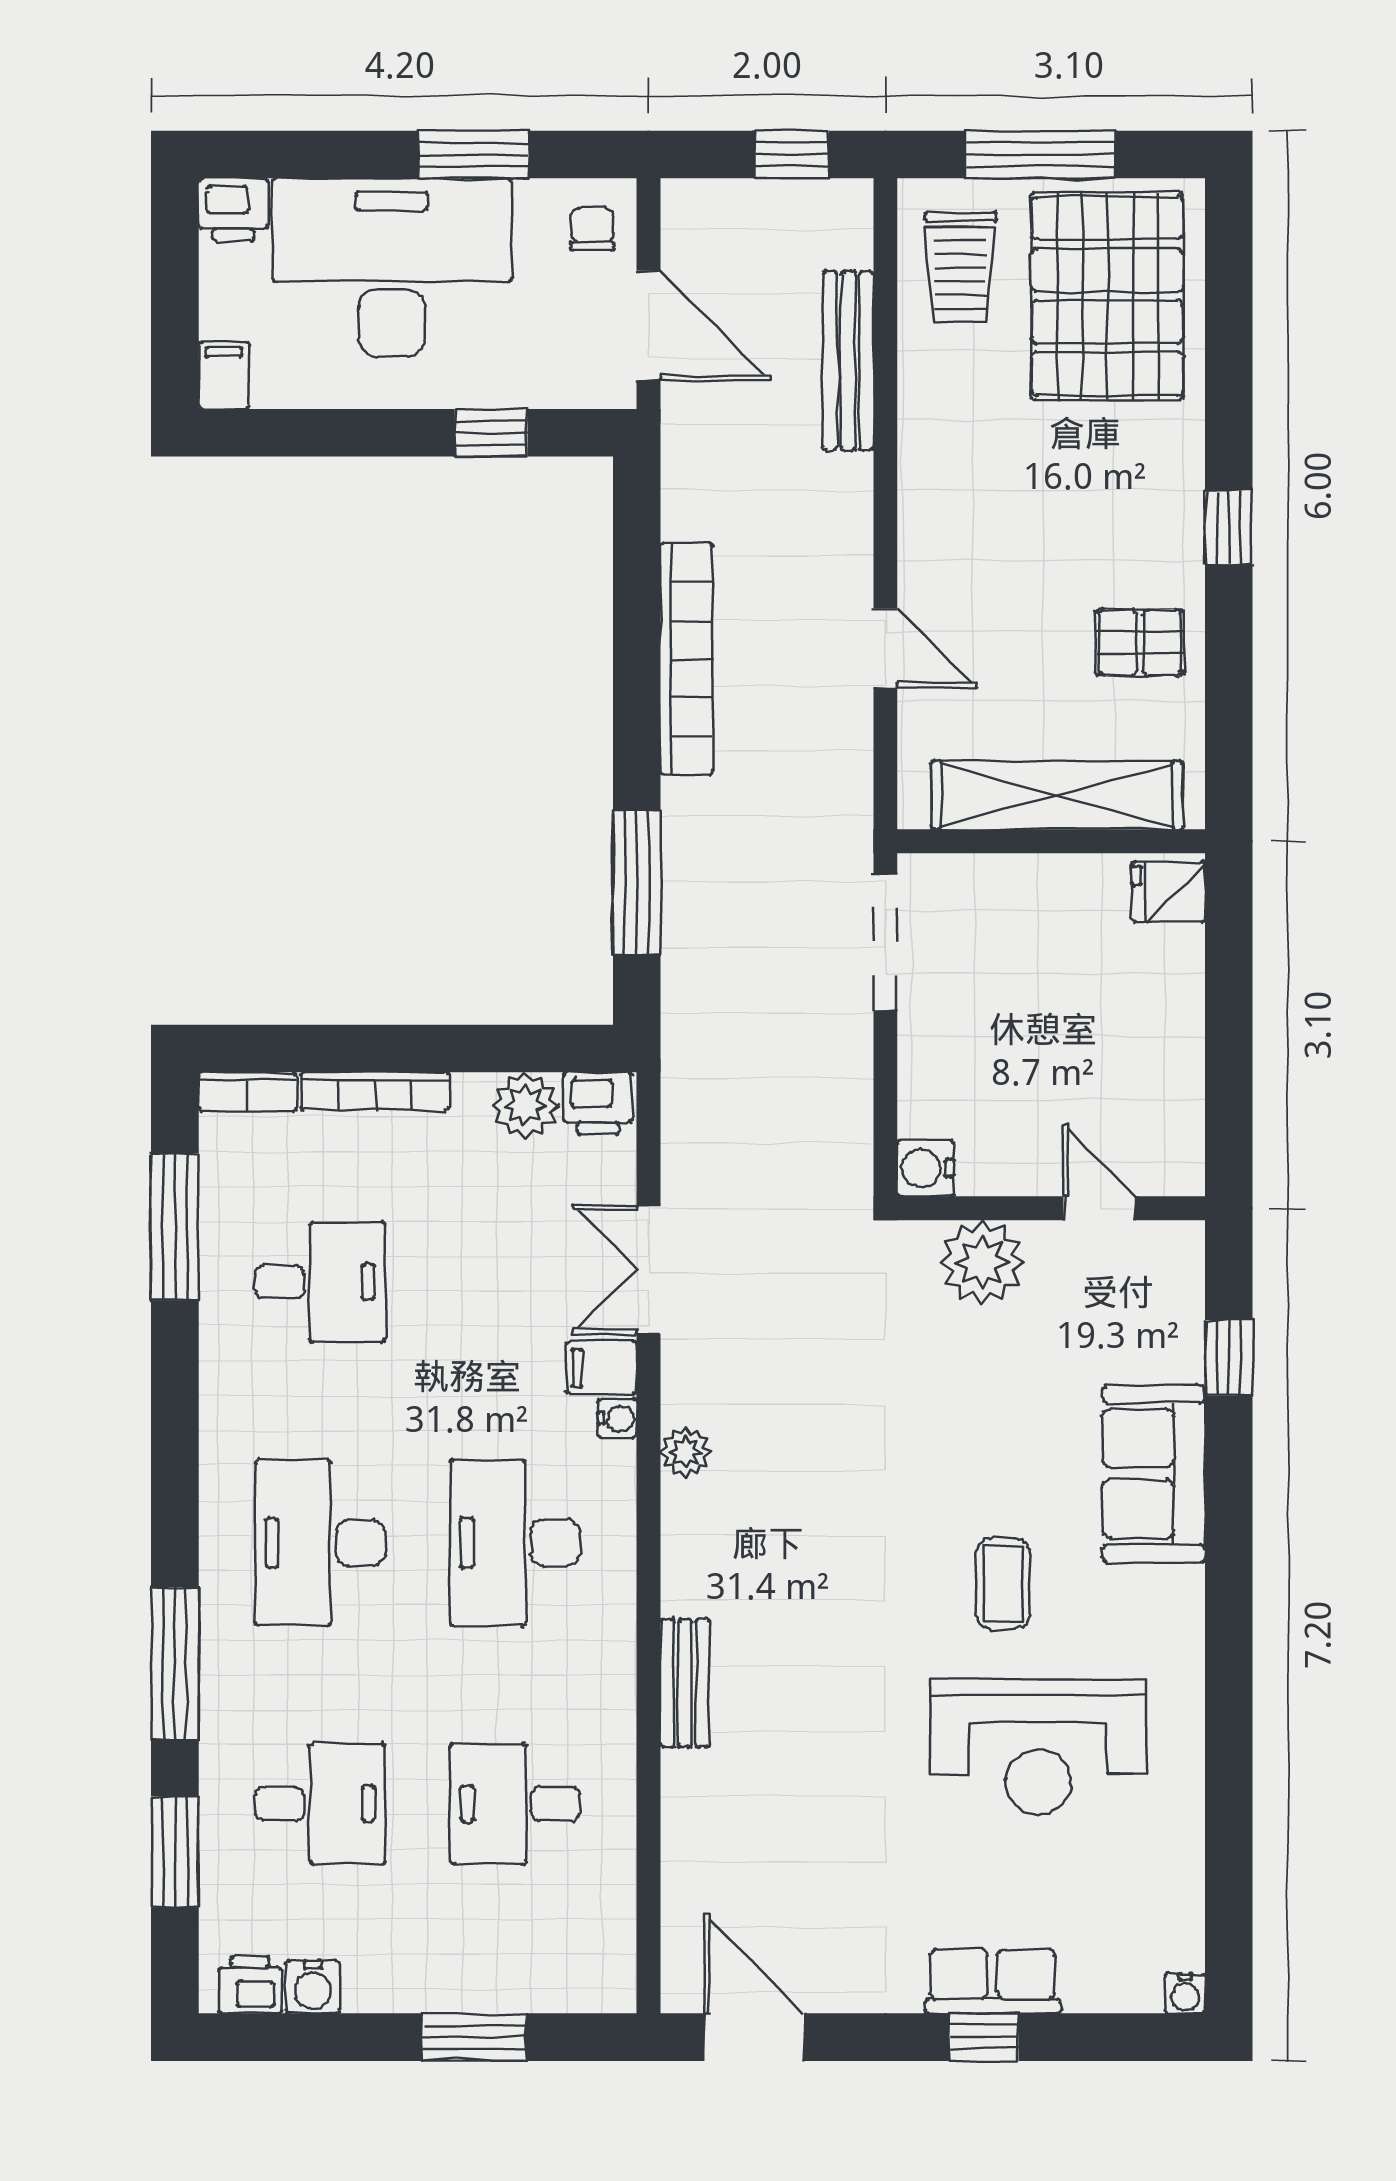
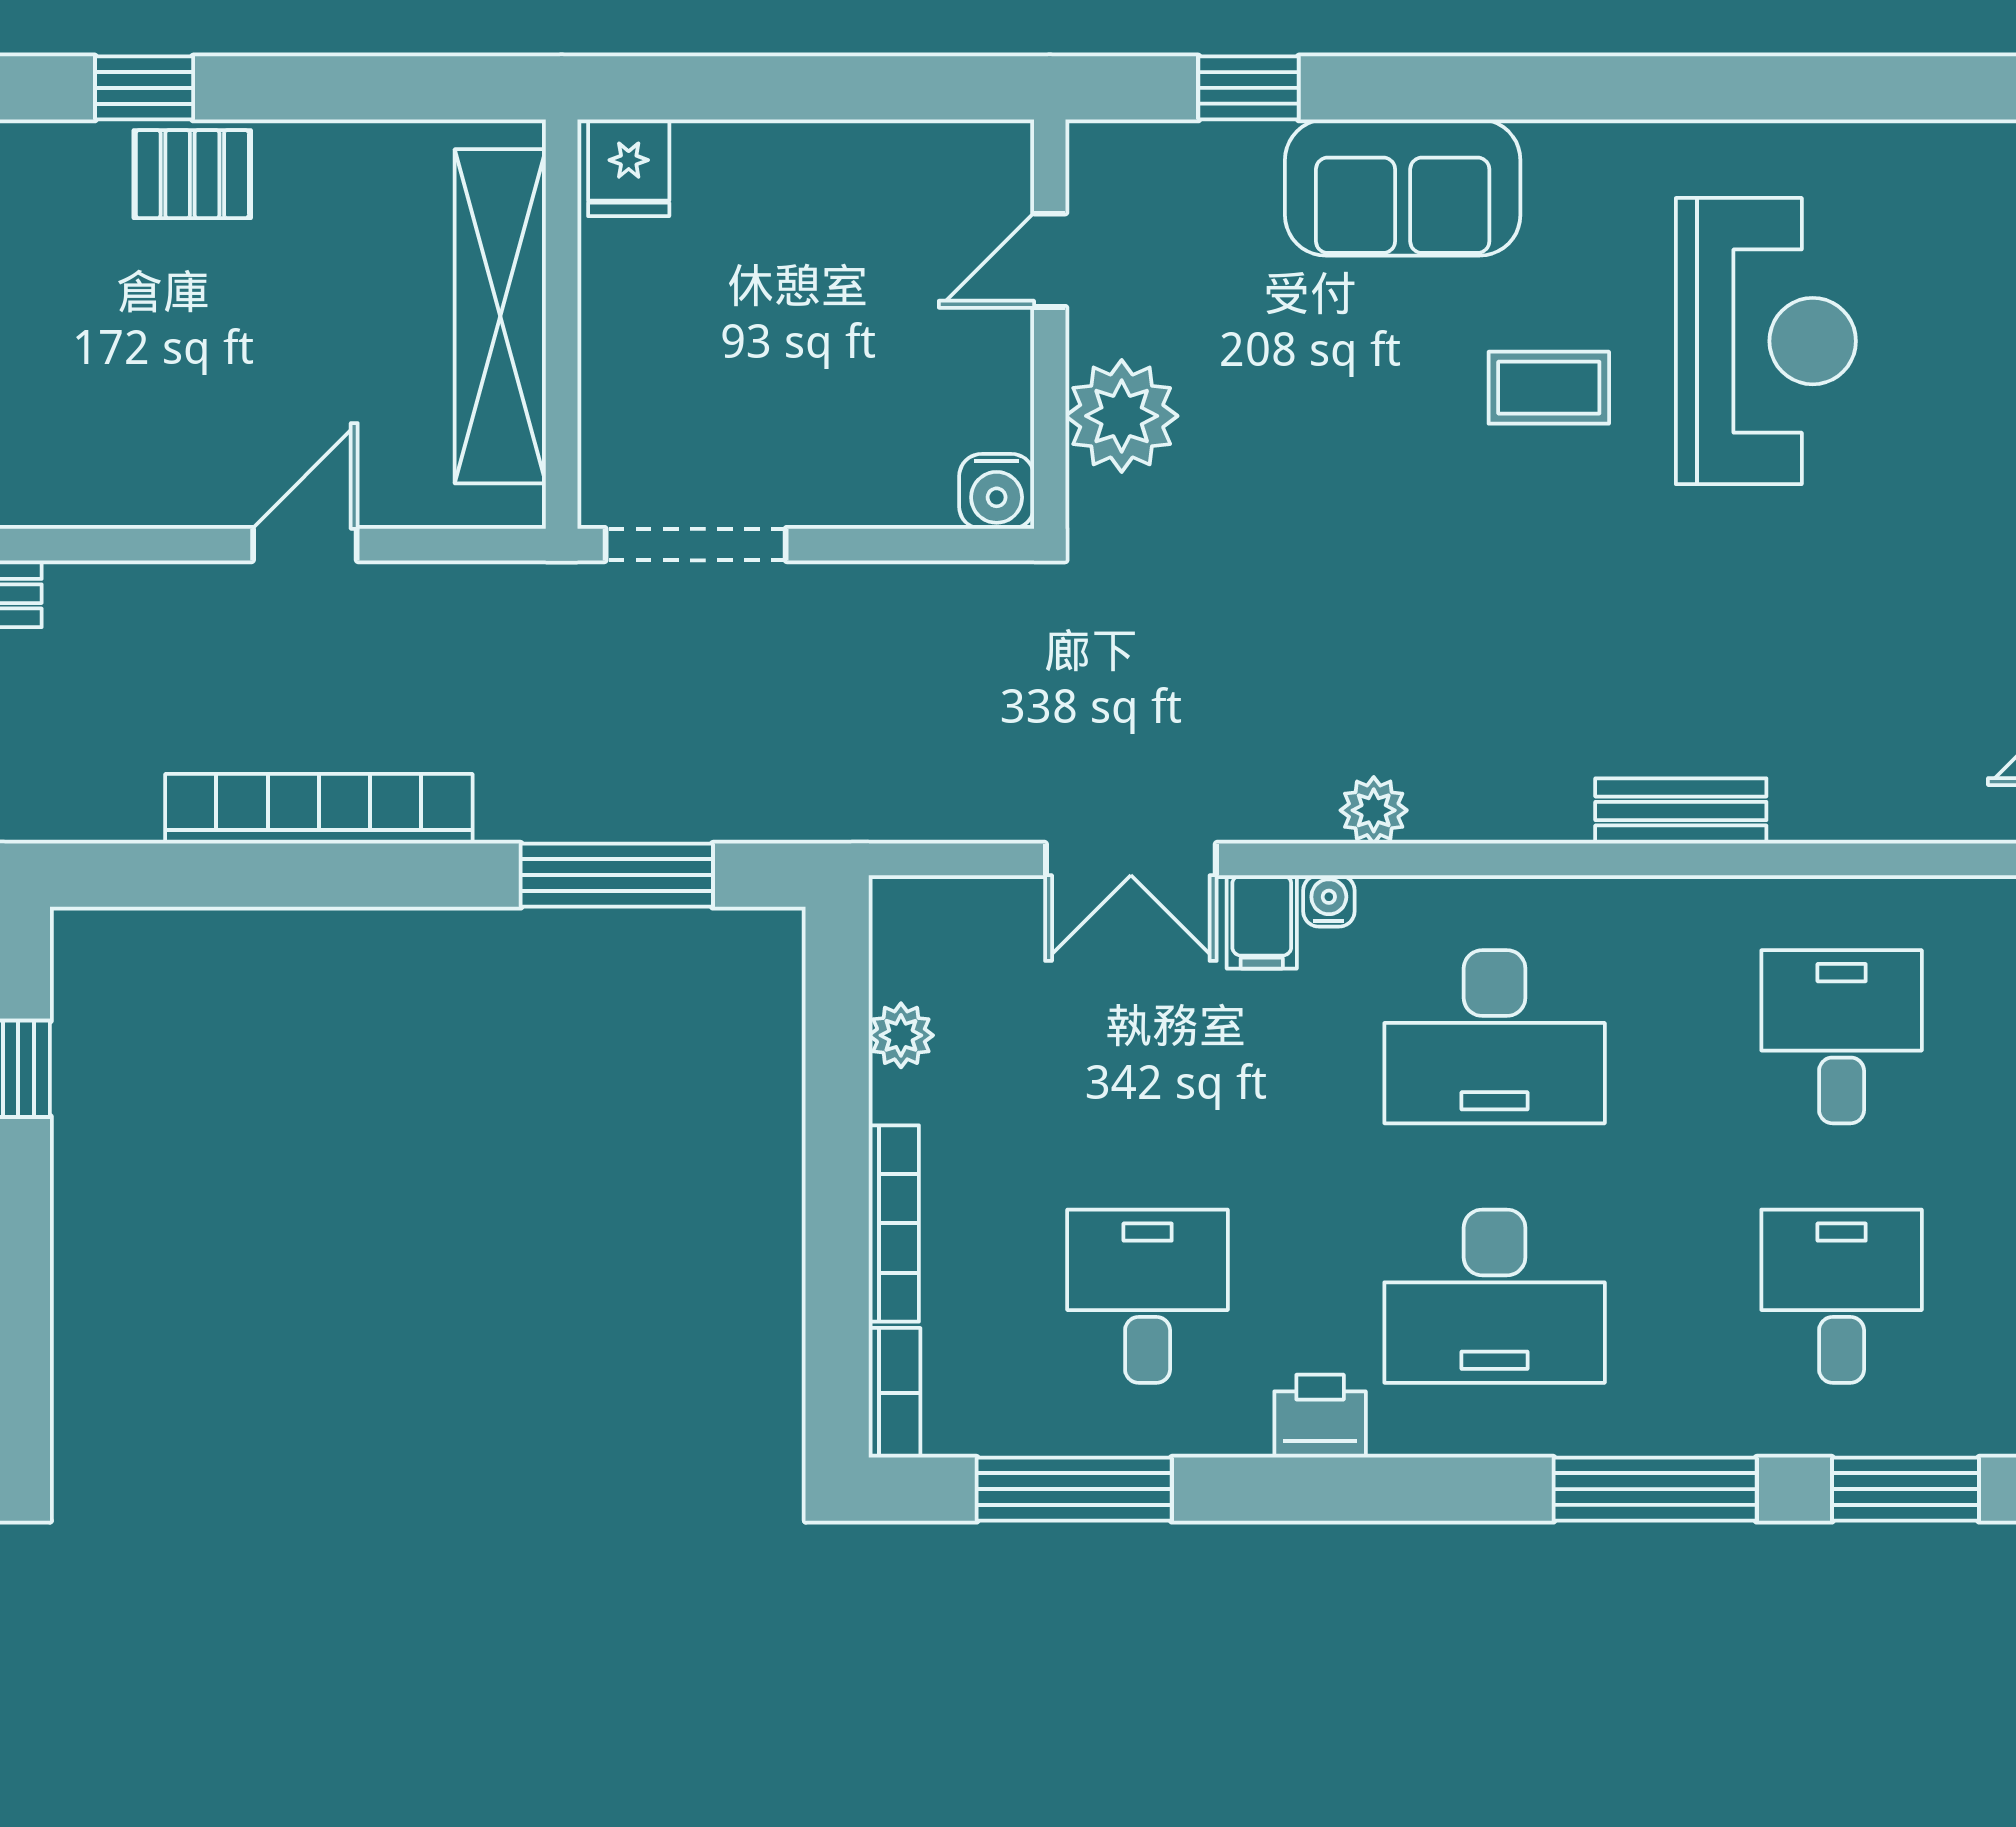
pallet: (1140, 642) -> (192, 174), moved, turned 90
printer: (598, 1103) -> (1320, 1416), moved, turned -90
plant: (525, 1105) -> (901, 1035), width x0.73, depth x0.73
desk: (515, 1804) -> (1842, 1037), turned 180

